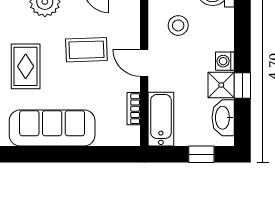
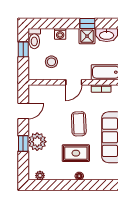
coffee table: (86, 50) -> (79, 124), moved
washing machine: (225, 61) -> (60, 34), moved

